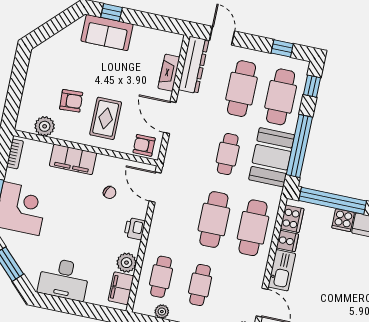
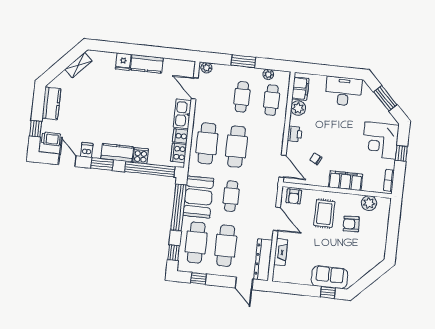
armchair: (144, 145) -> (294, 196), turned 90

